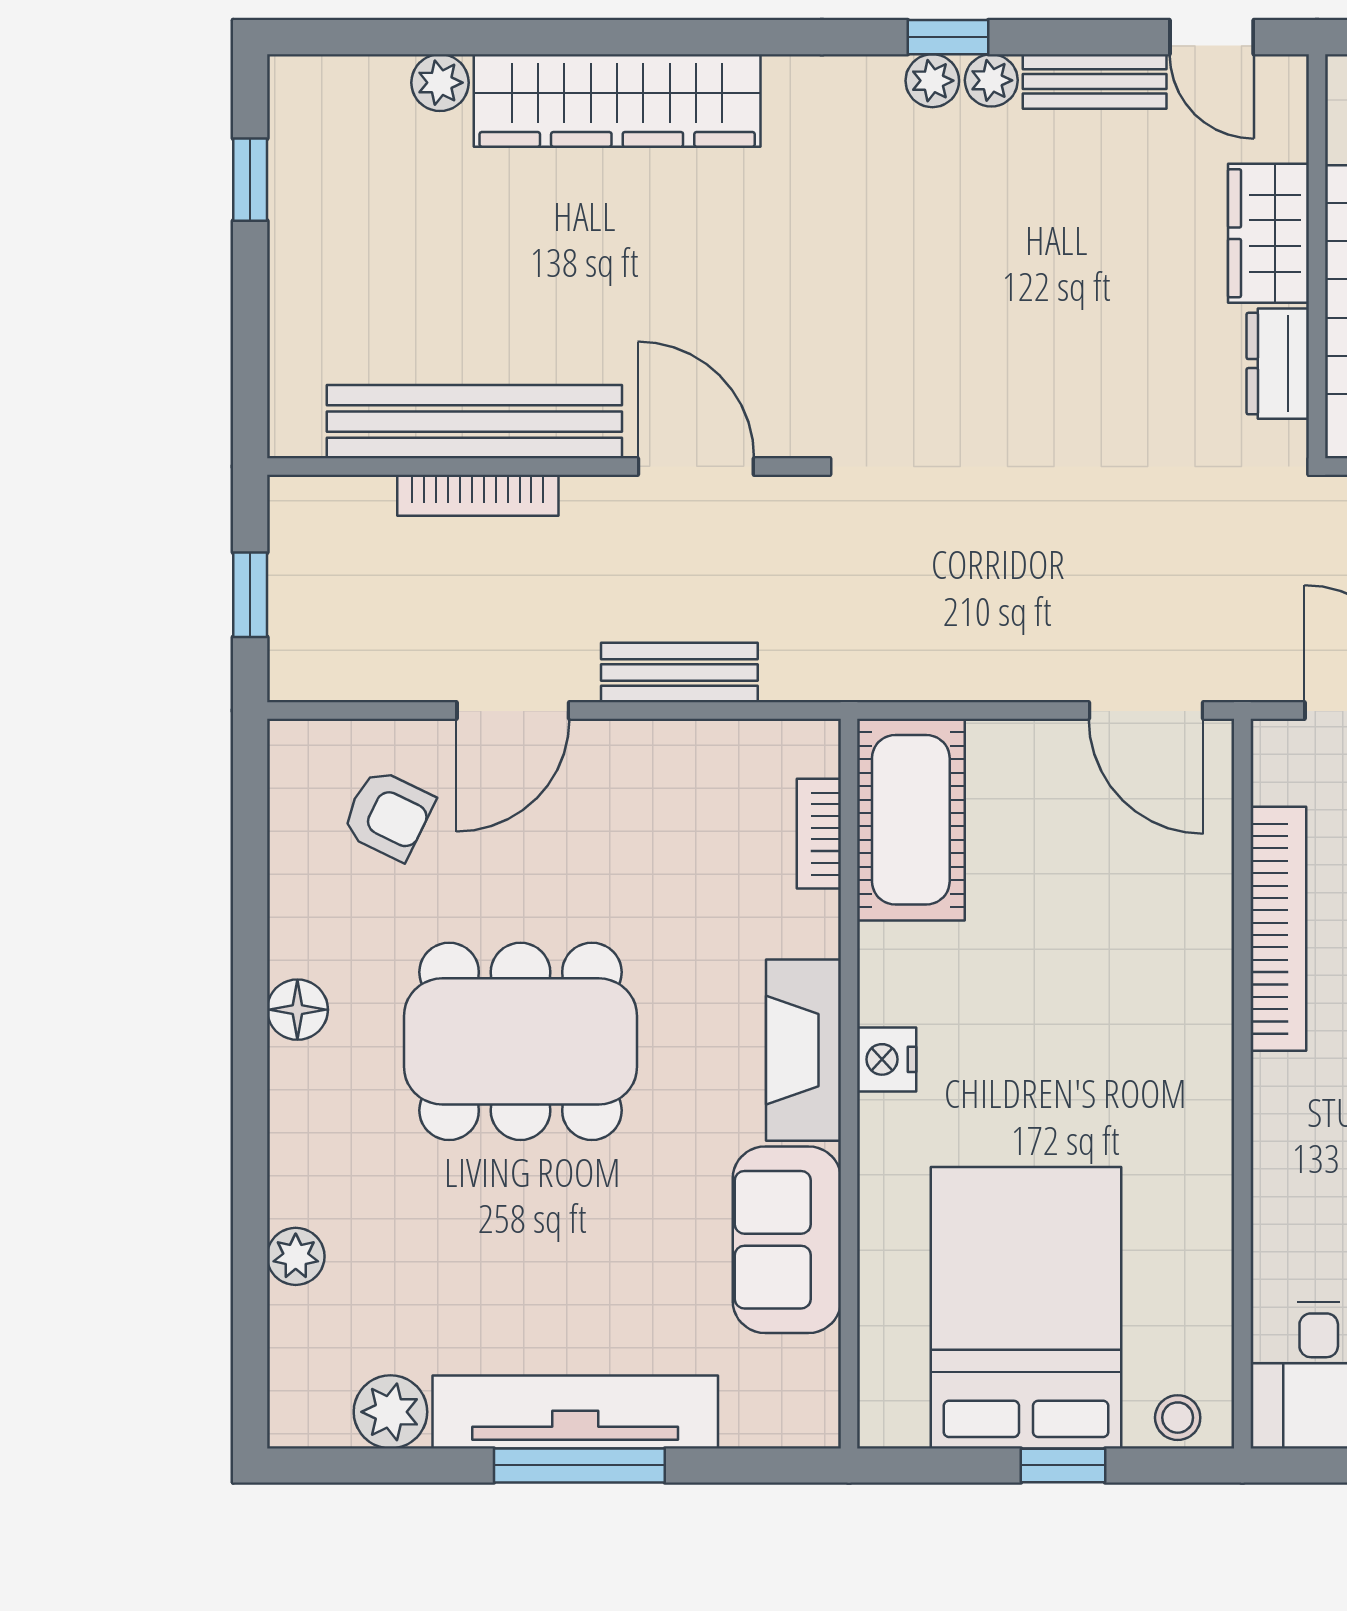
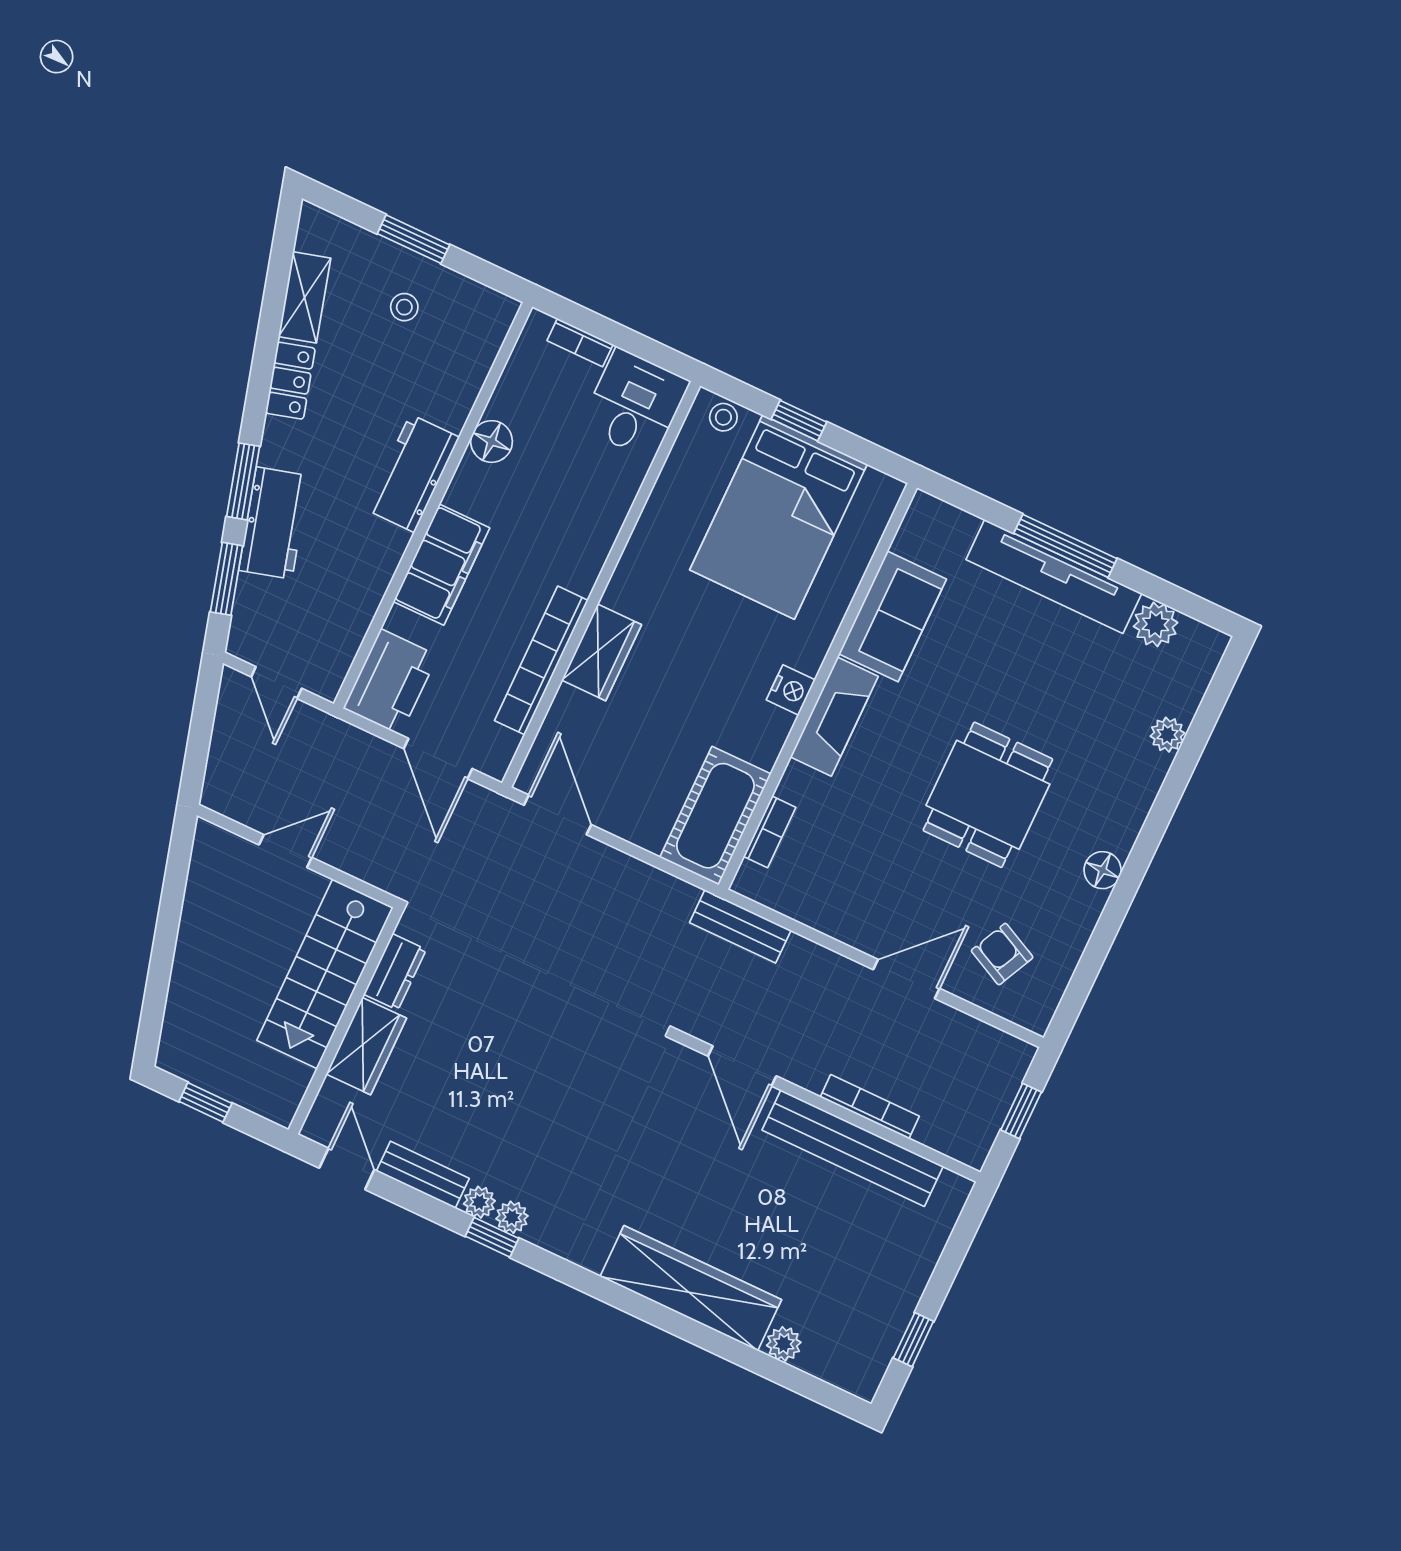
bench: (679, 673) -> (740, 926), moved
wardrobe: (1194, 983) -> (602, 652), added
dining table: (521, 1041) -> (988, 795), width x0.73

